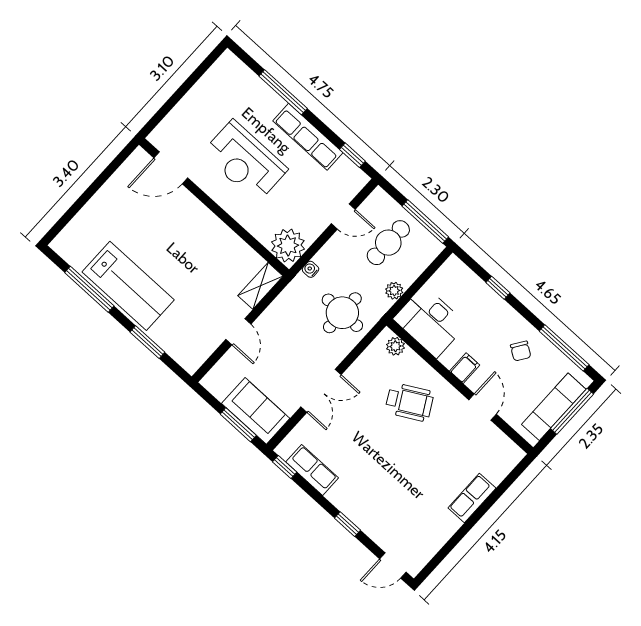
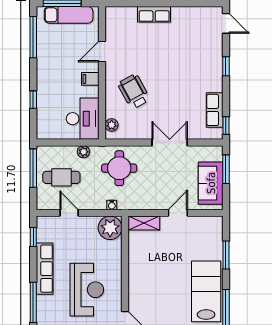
chair: (521, 351) -> (55, 58), removed
sofa: (256, 411) -> (211, 183), moved

